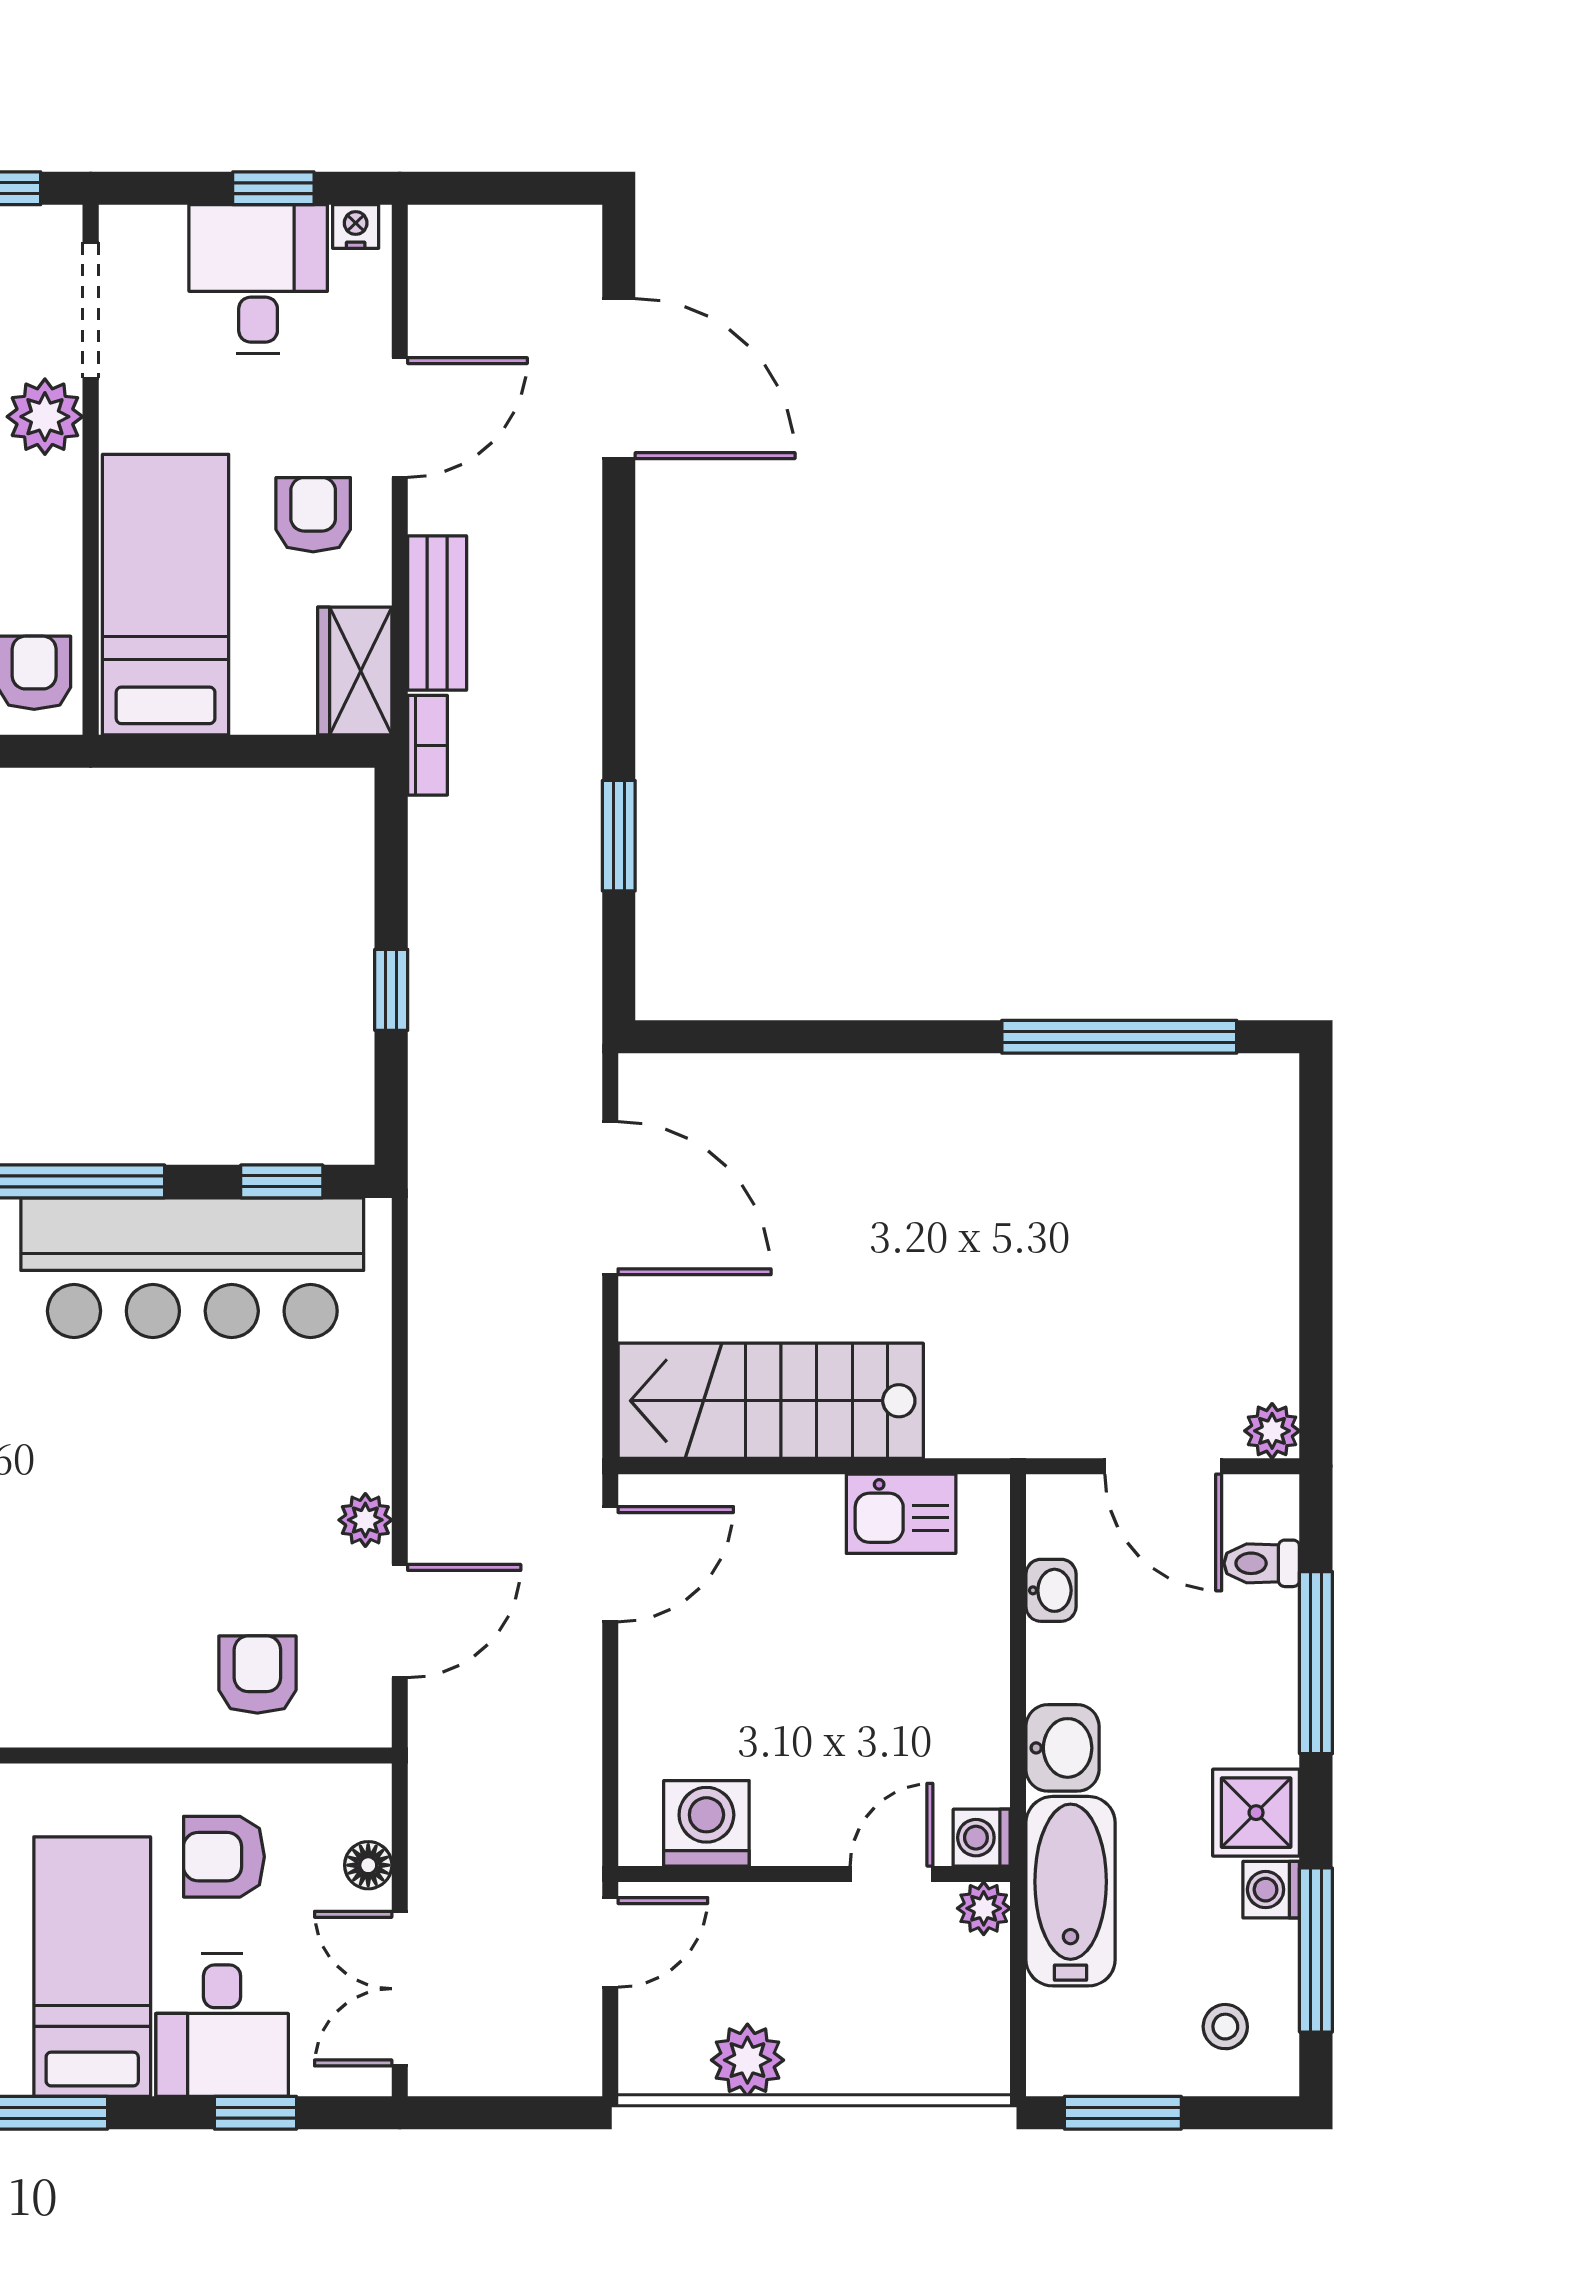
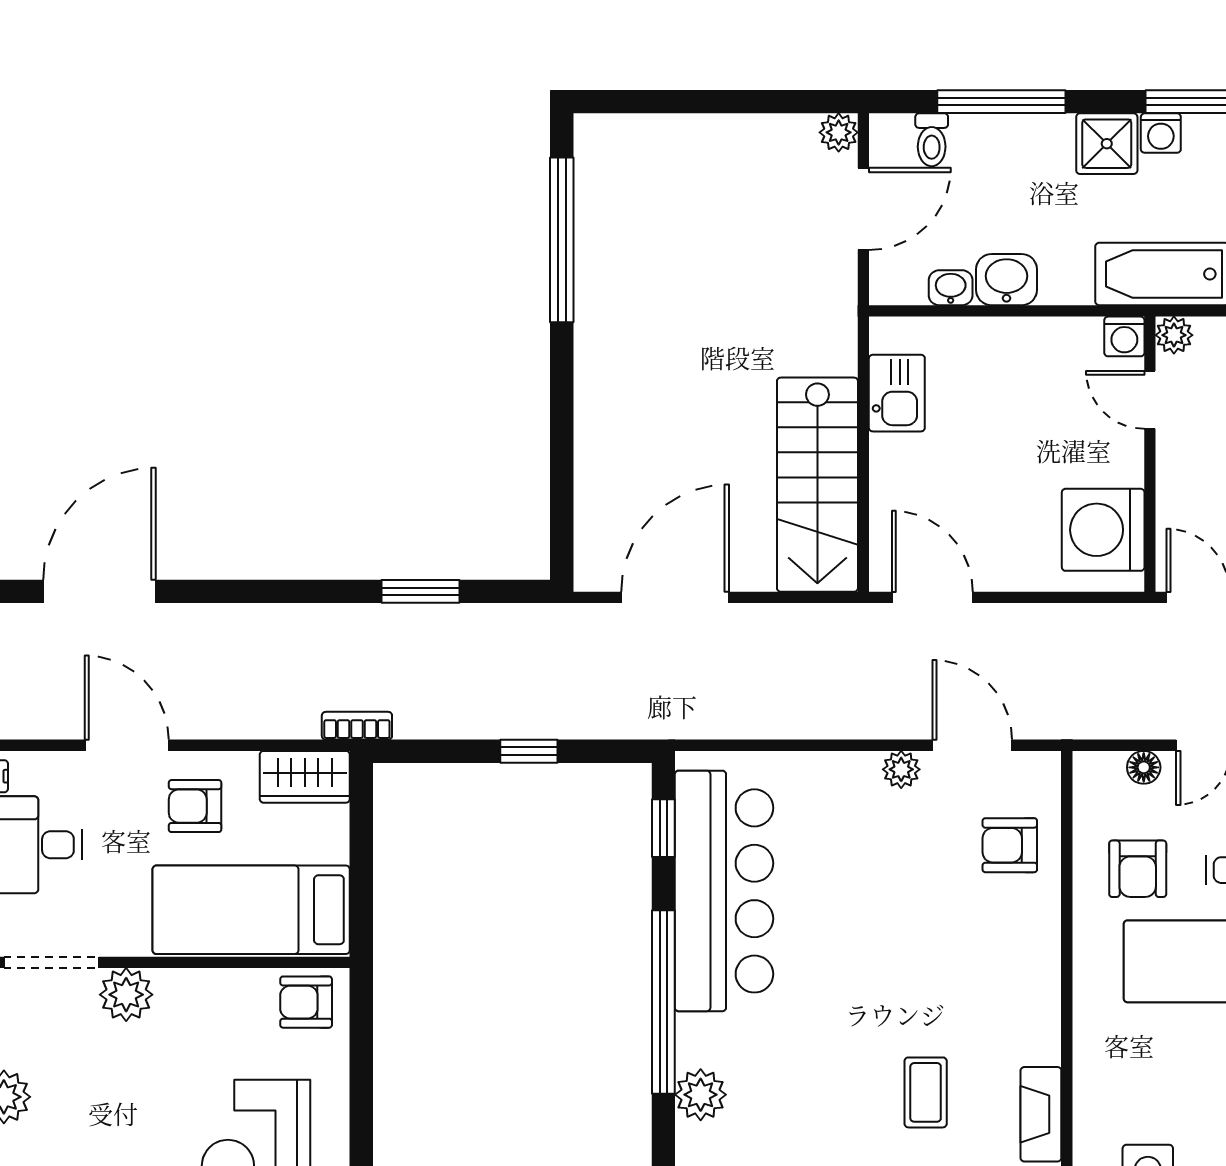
bench: (437, 613) -> (264, 719), removed
washbasin: (1062, 1748) -> (1007, 280), moved
washing machine: (706, 1823) -> (1103, 530), width x1.37, depth x1.37

